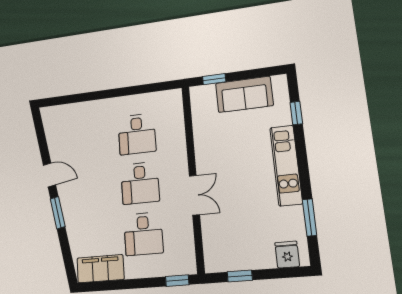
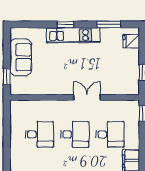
window: (296, 113) -> (65, 24), moved

